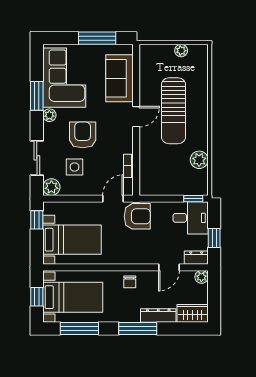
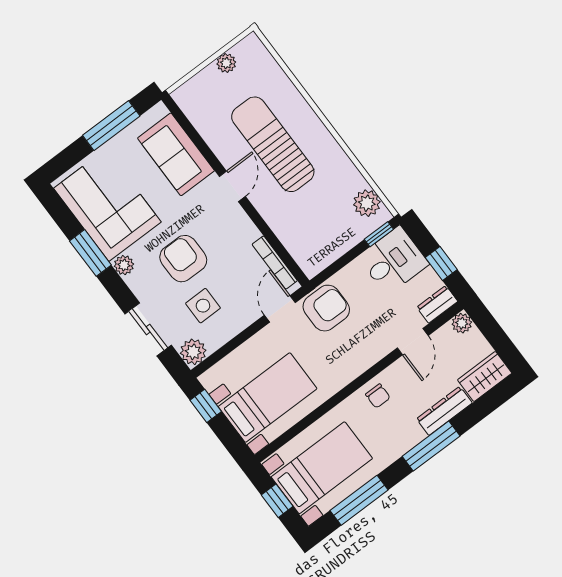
sun lounger: (173, 111) -> (273, 144), turned 180
plant: (199, 160) -> (367, 203), moved
bookcase: (128, 166) -> (275, 262), width x1.56

